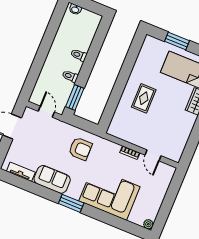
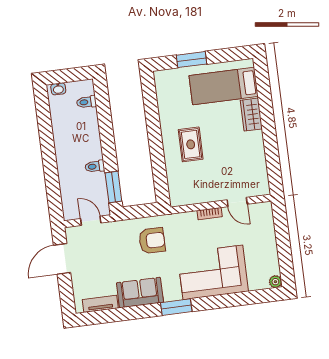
toilet: (79, 55) -> (86, 102), moved

